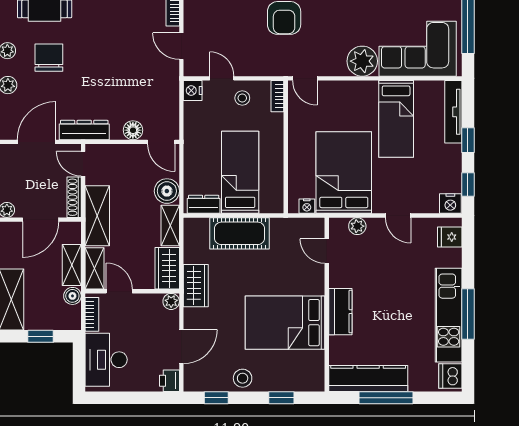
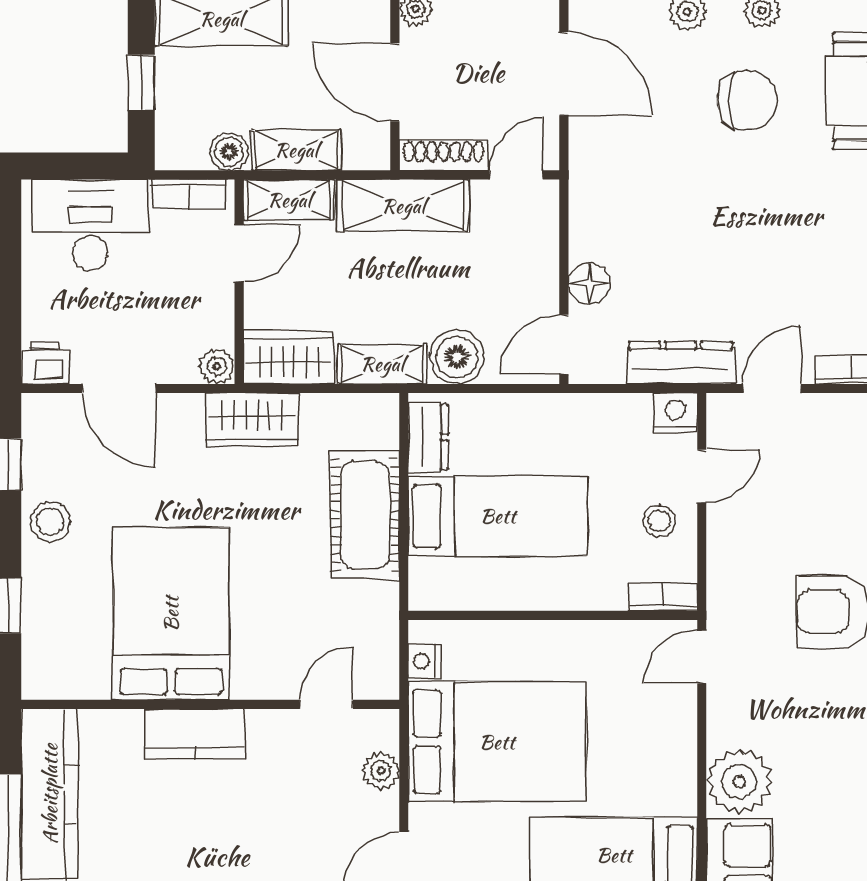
dresser: (84, 130) -> (681, 363), moved, turned -90

